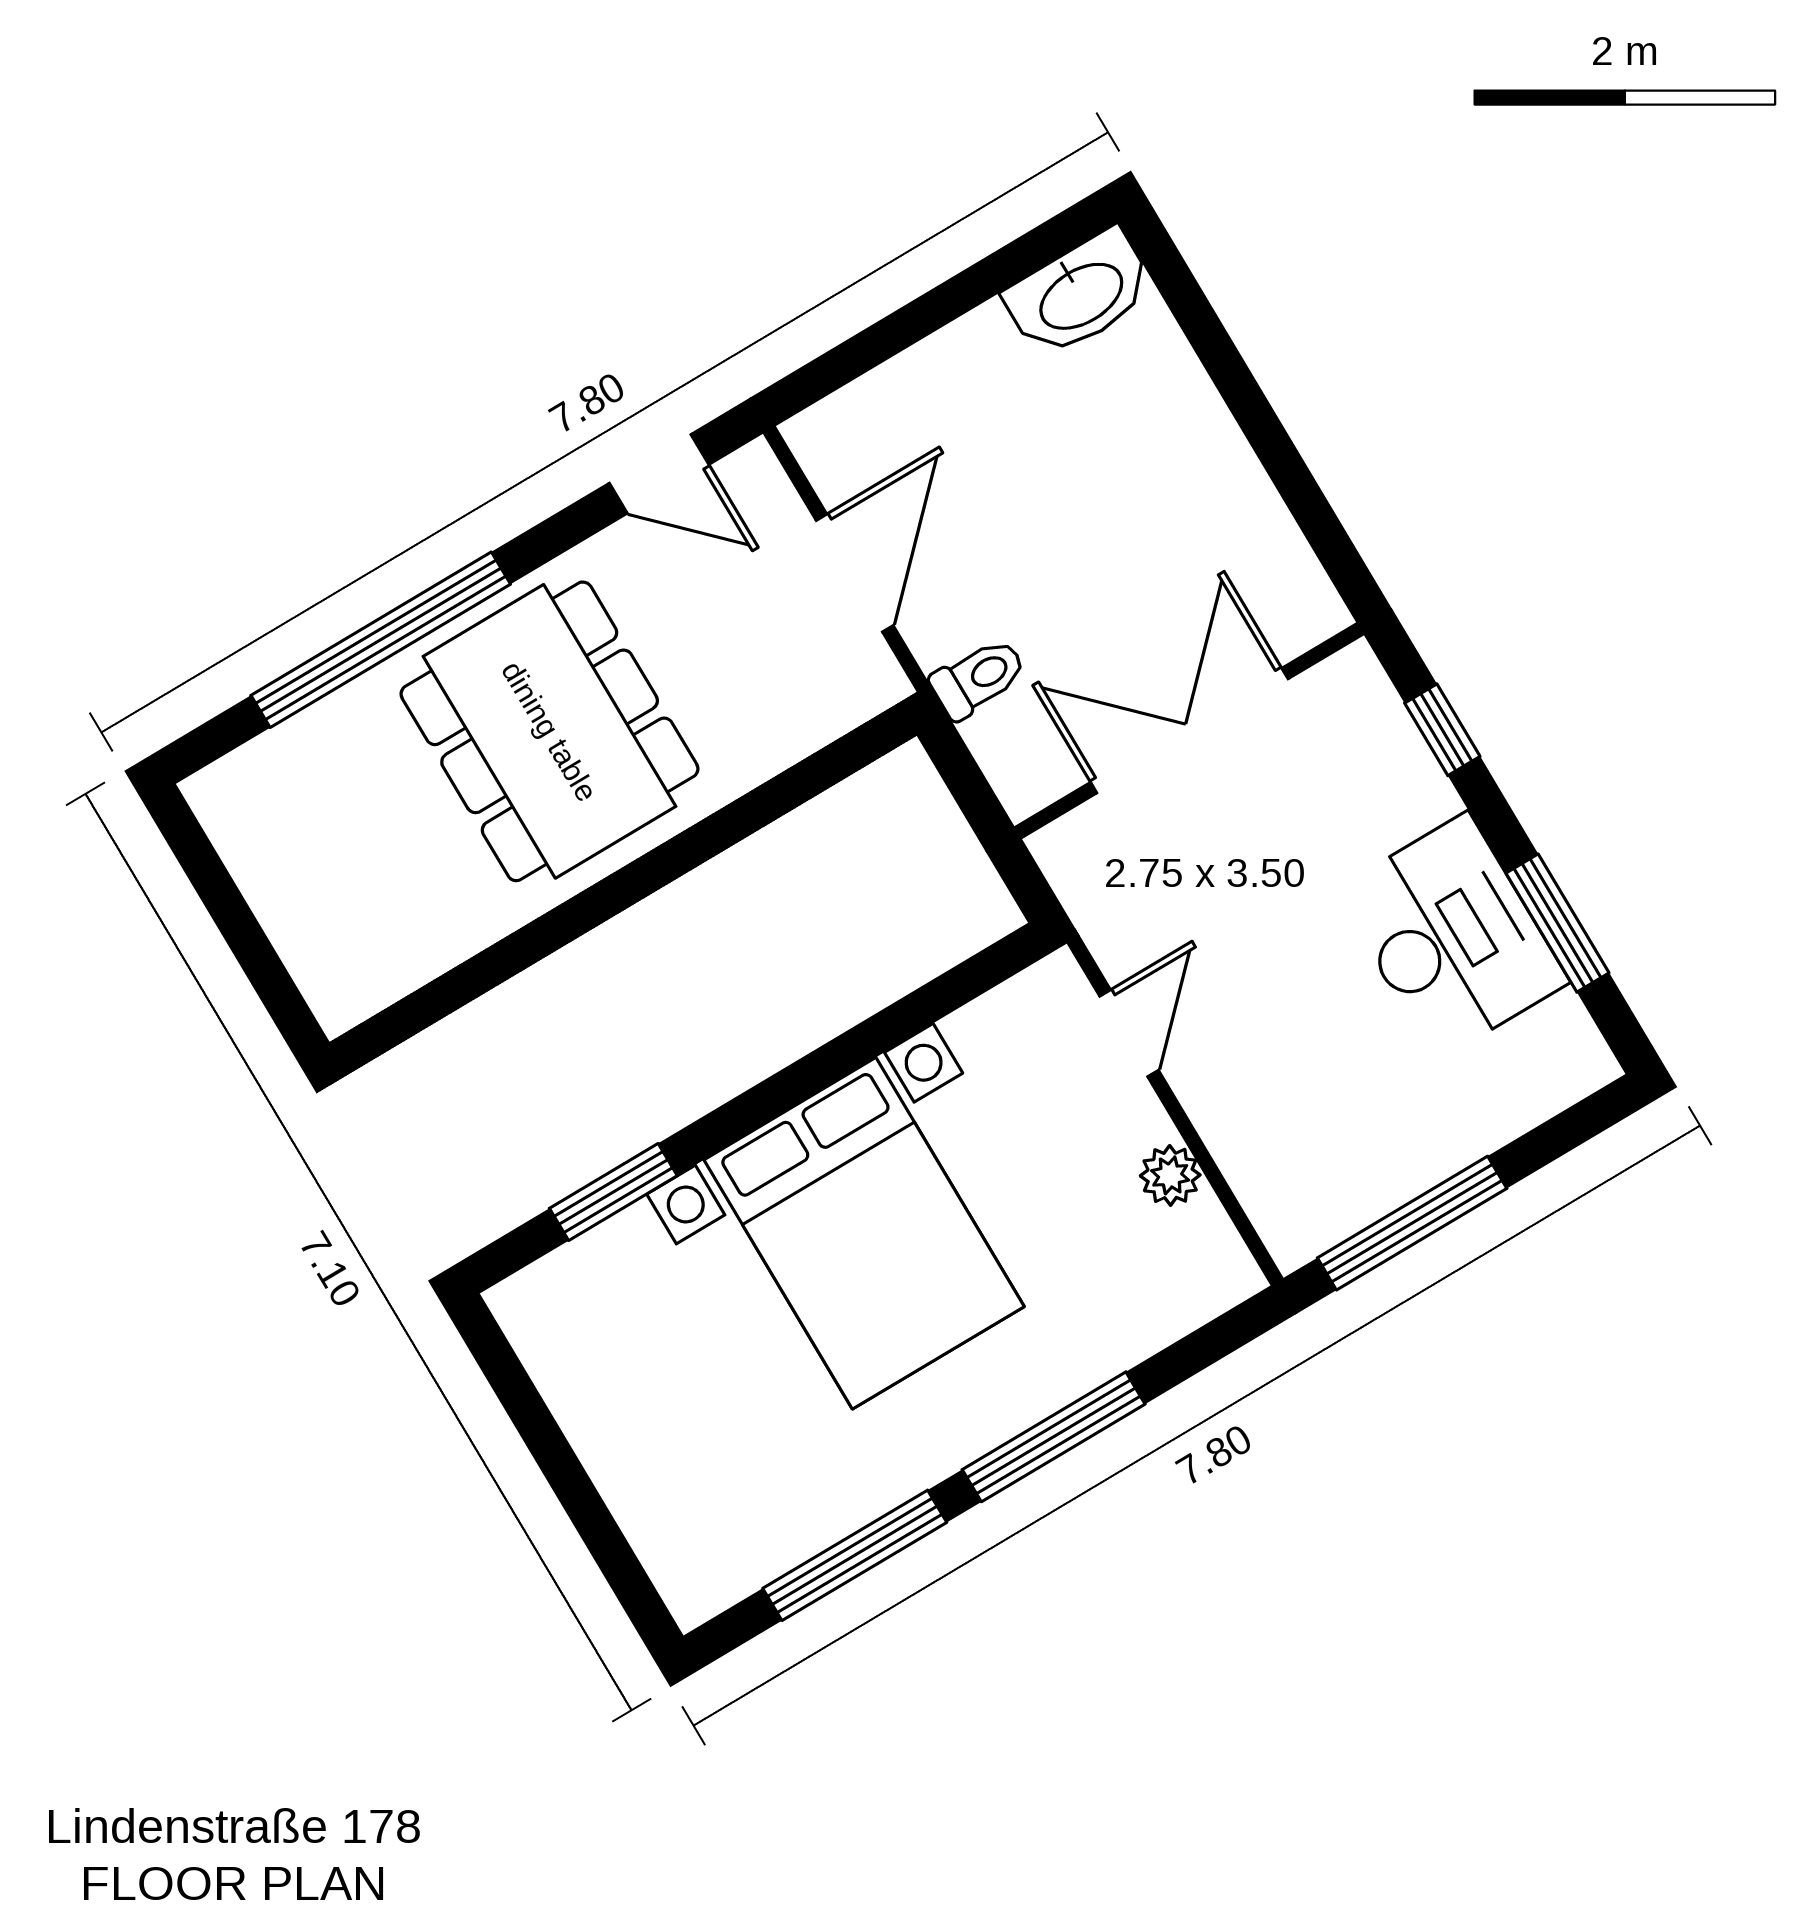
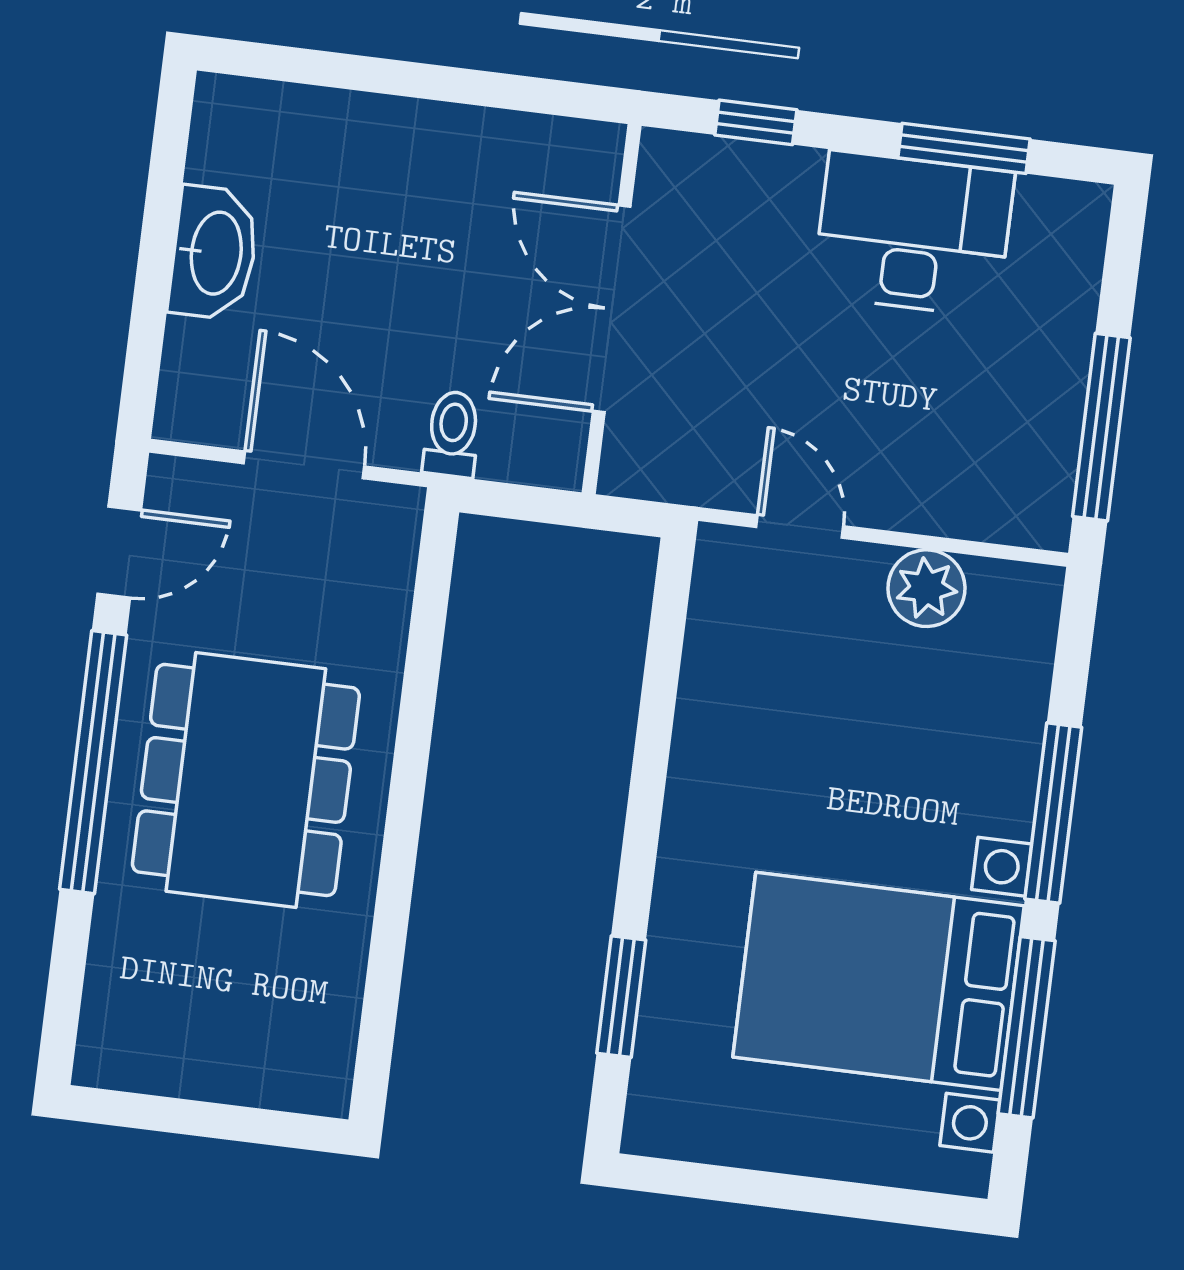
washbasin: (1080, 294) -> (214, 253), moved
window: (381, 640) -> (93, 762), moved
dining table: (550, 731) -> (246, 780), turned 90
plant: (1170, 1175) -> (926, 588), width x1.38, depth x1.38
bed with nightstands: (864, 1233) -> (878, 981), moved, turned 180

